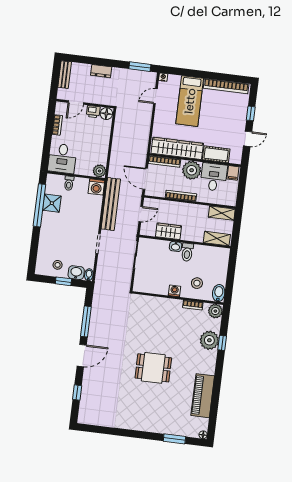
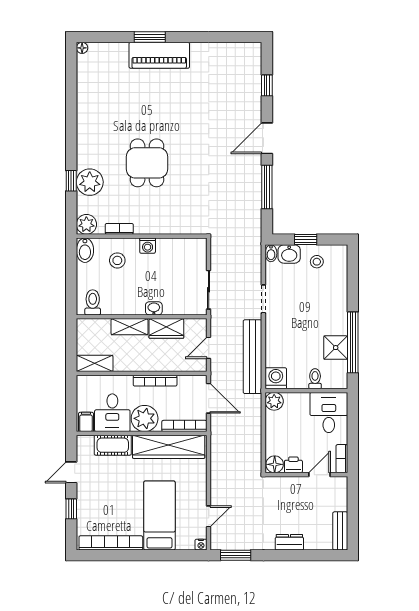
door: (76, 103) -> (319, 475), moved
wall: (85, 104) -> (306, 475), moved
printer: (93, 112) -> (293, 465), moved
floor lamp: (106, 114) -> (275, 464), moved
shelving: (217, 239) -> (129, 327), moved
toilet: (187, 252) -> (93, 302), moved
dining table: (153, 368) -> (147, 163), moved, turned 90
piano: (203, 396) -> (159, 55), moved, turned 90
window: (174, 439) -> (150, 37), moved

